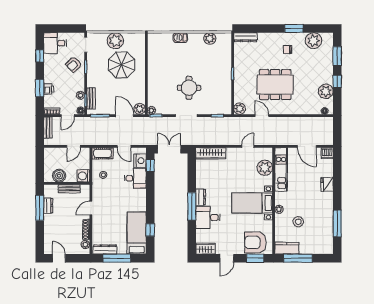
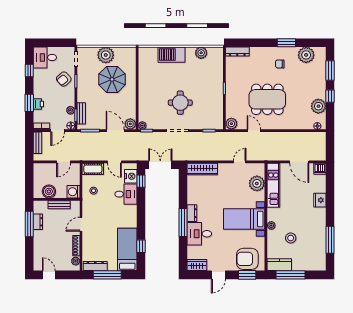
barbecue: (180, 38) -> (171, 55), width x1.88, depth x1.53

